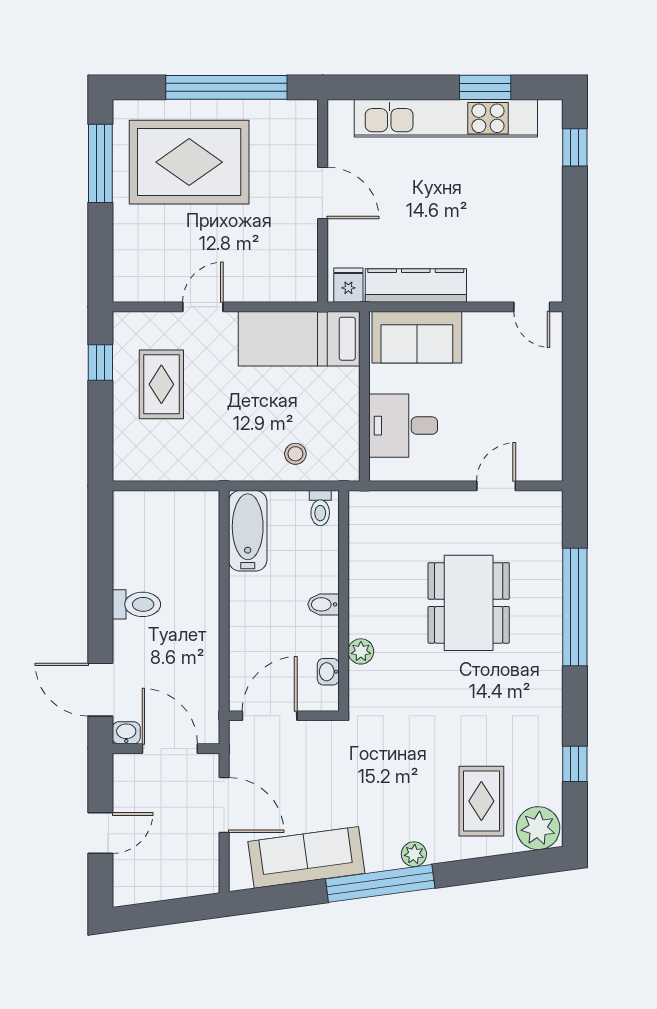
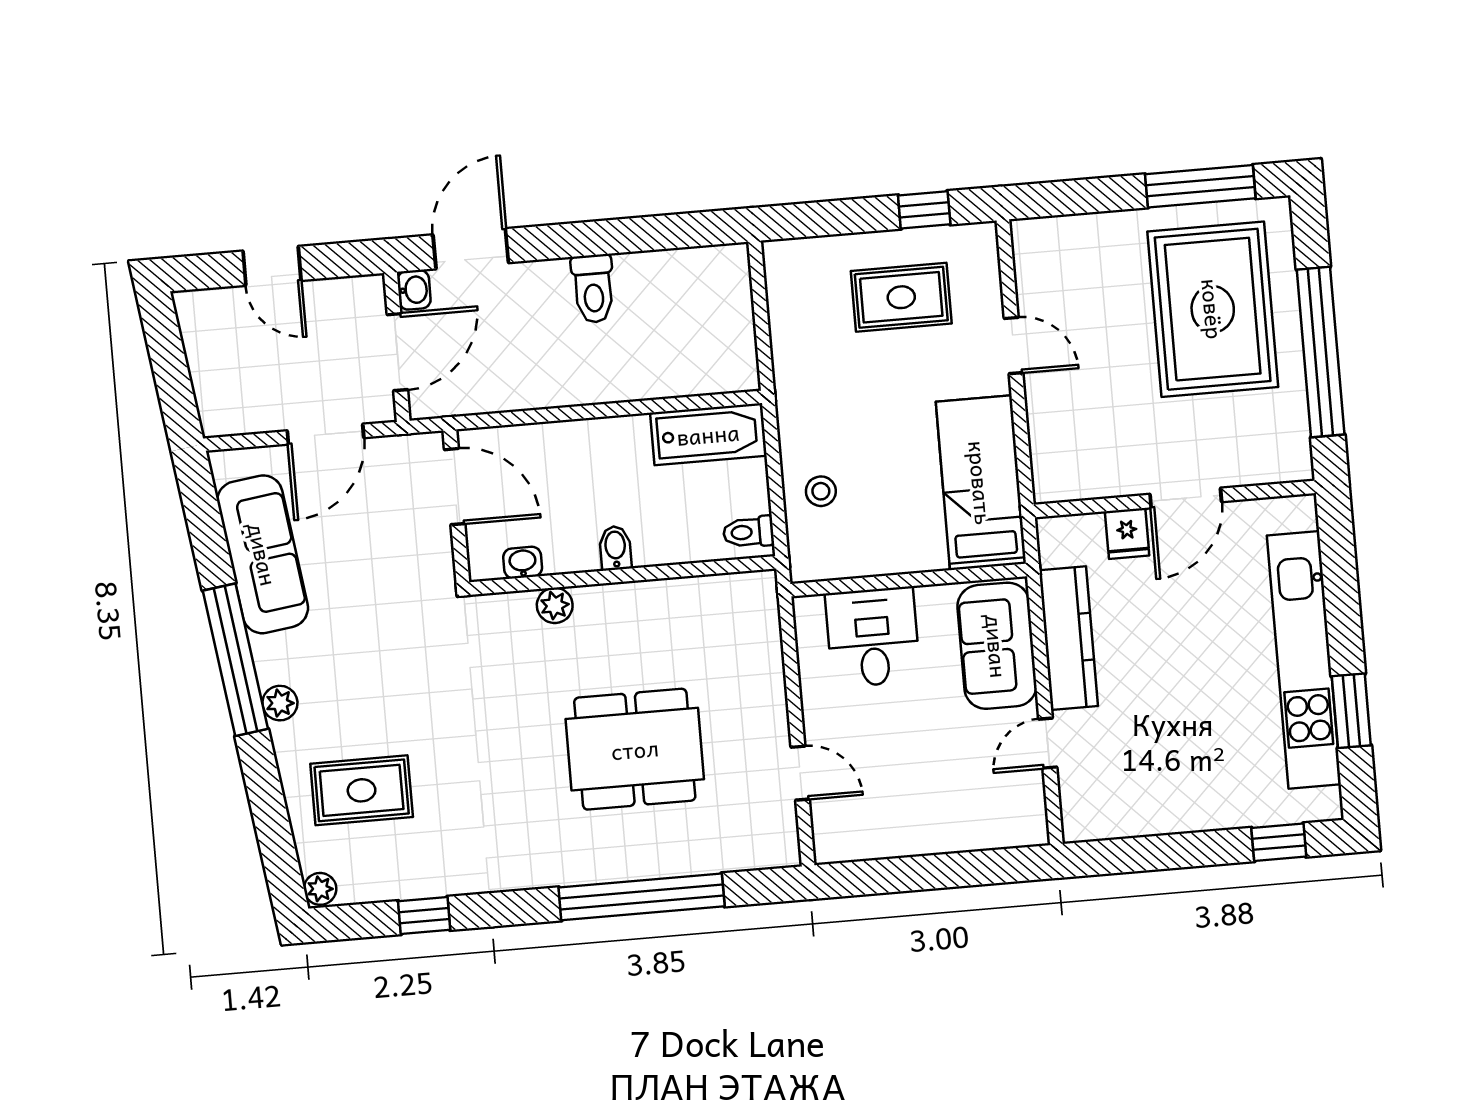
fridge: (348, 285) -> (1127, 533), moved, turned 90
door: (532, 307) -> (1048, 743), moved
plant: (538, 828) -> (320, 889), width x0.53, depth x0.53

